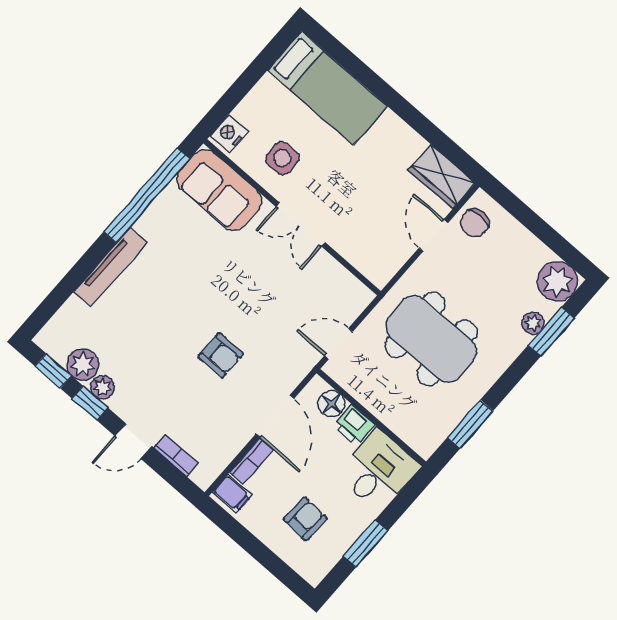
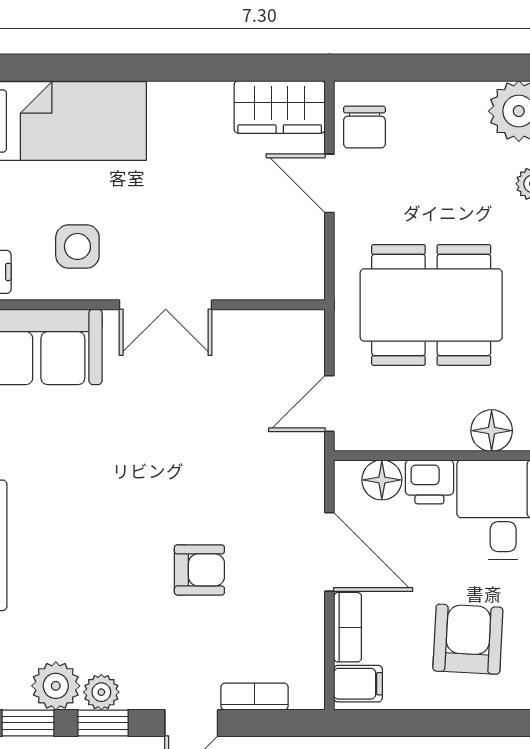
armchair: (221, 355) -> (199, 570), moved
floor lamp: (407, 427) -> (492, 431), added
armchair: (305, 519) -> (468, 639), width x1.38, depth x1.38

